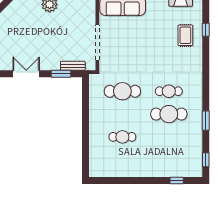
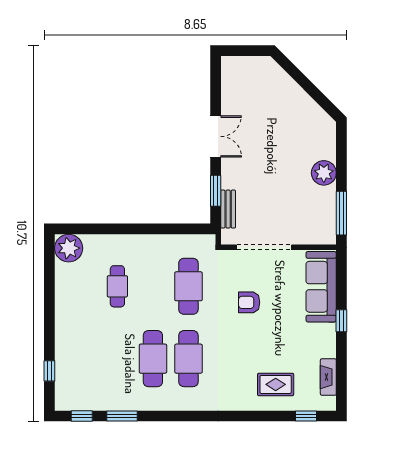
window: (206, 30) -> (306, 416), moved
armchair: (133, 52) -> (249, 302), added
cafe table: (169, 91) -> (188, 359), width x1.37, depth x1.35
window: (206, 121) -> (122, 416), moved
plant: (98, 168) -> (69, 248), added

